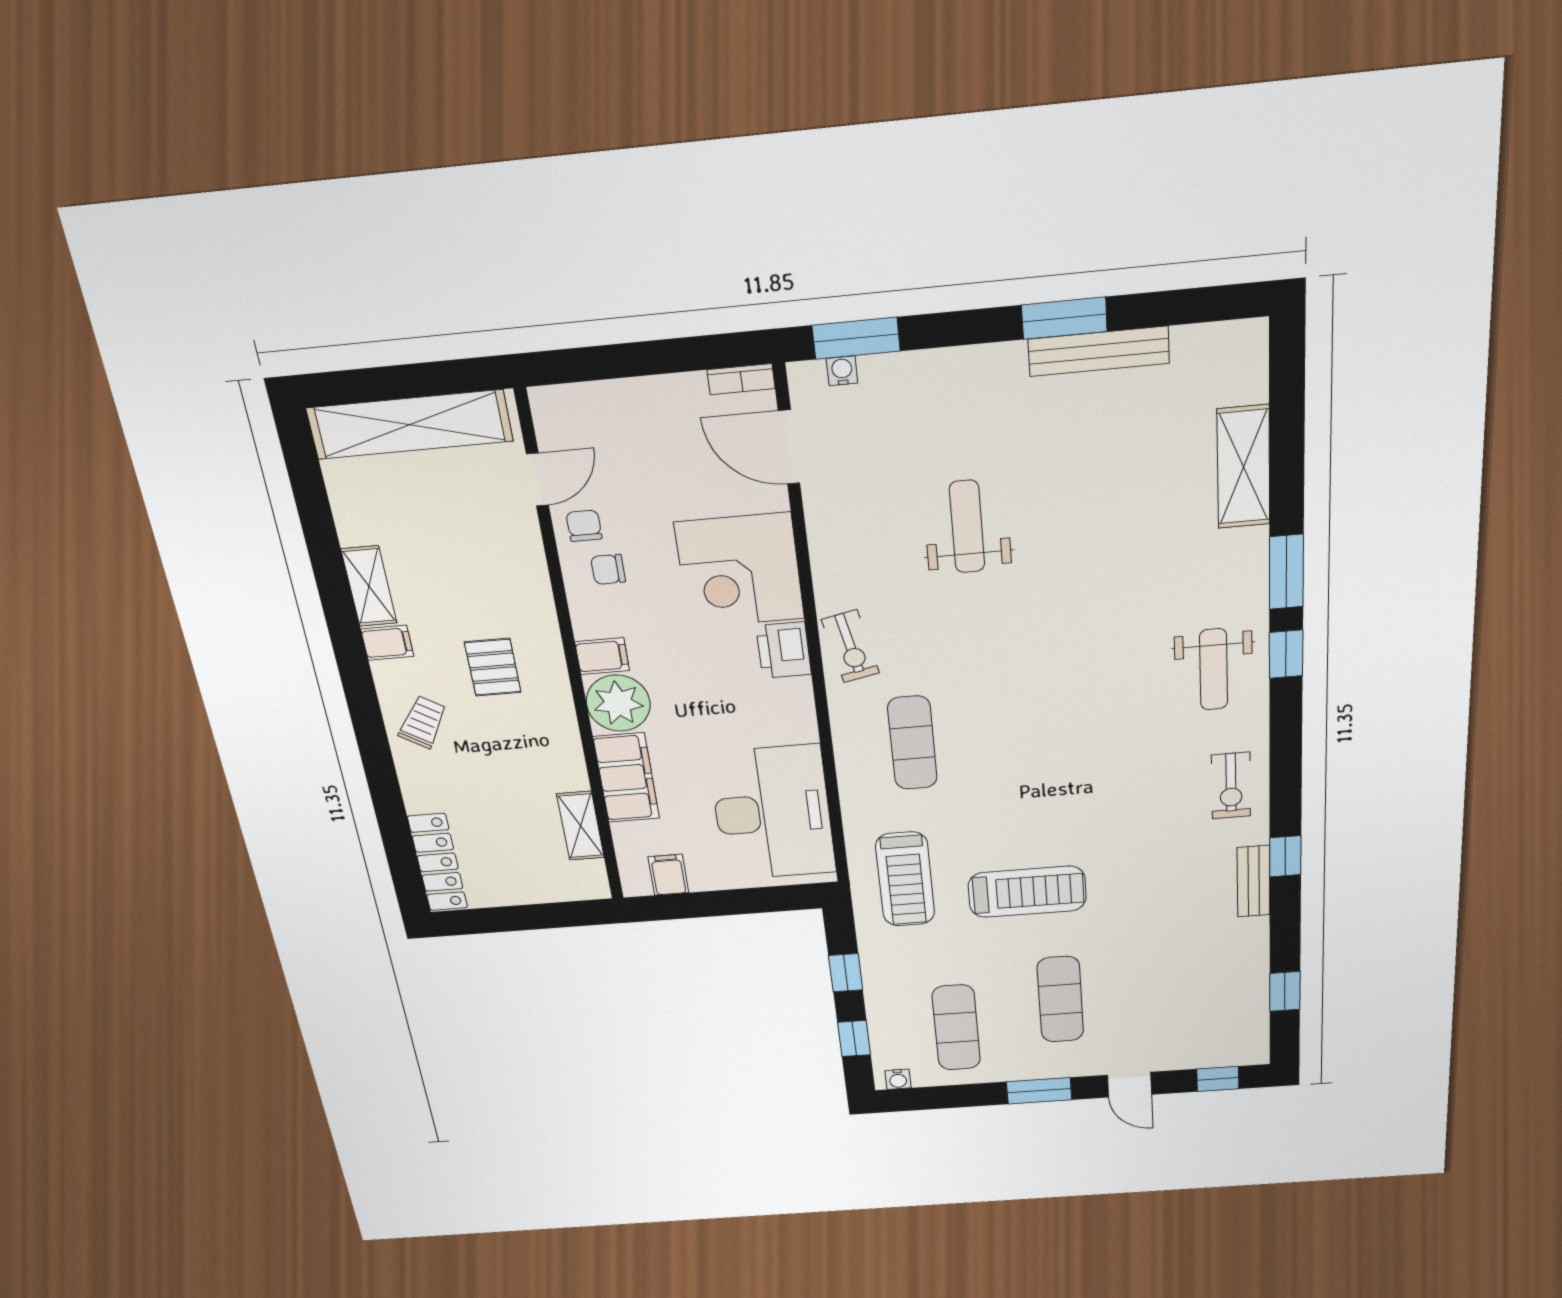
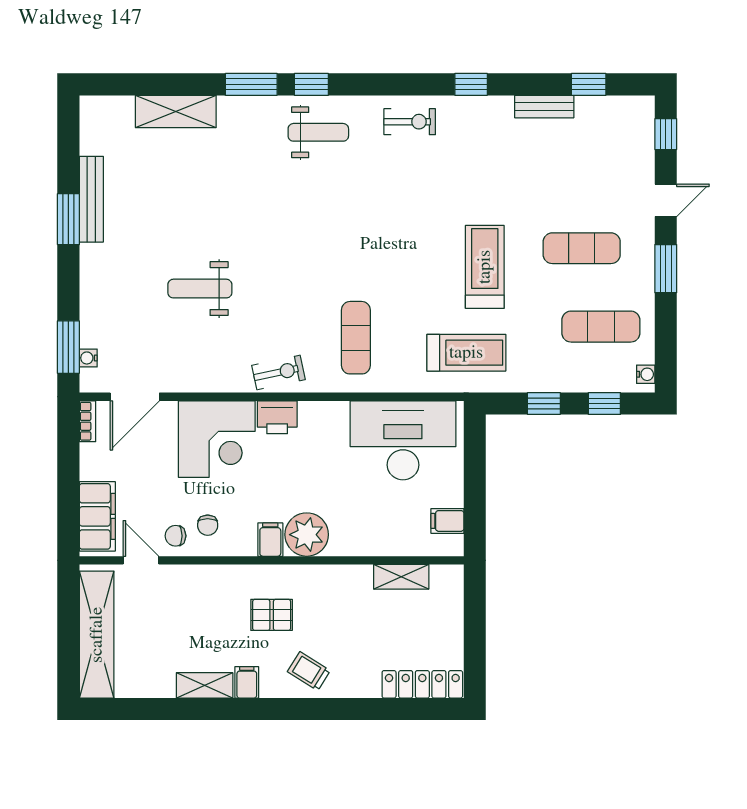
exercise mat: (912, 743) -> (356, 338), turned 90
filing cabinet: (626, 778) -> (97, 516), moved, turned 90
bench: (1254, 881) -> (544, 107), moved

